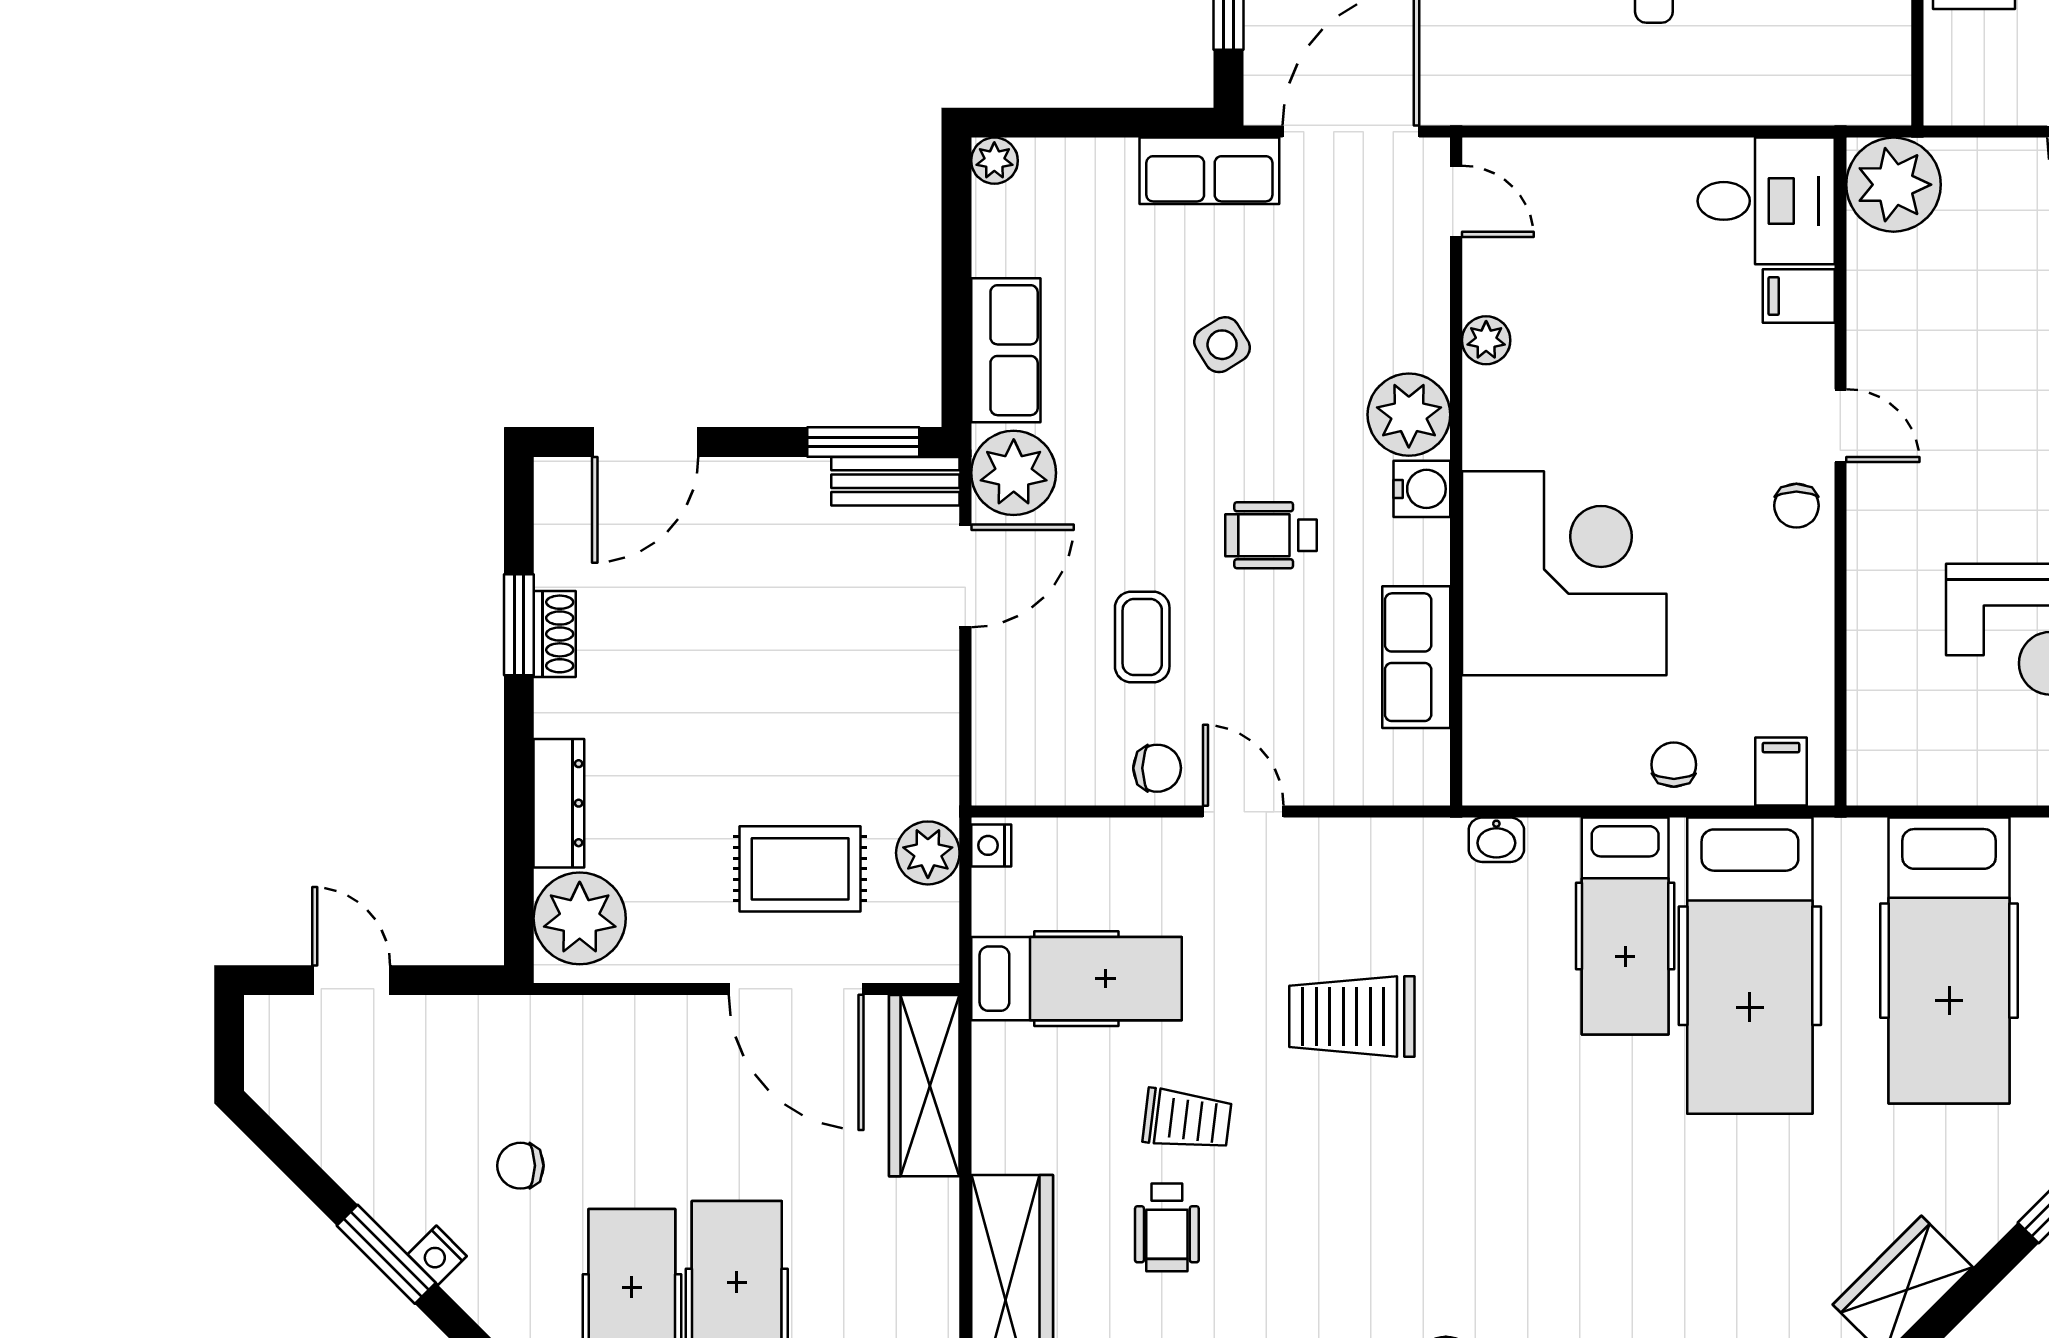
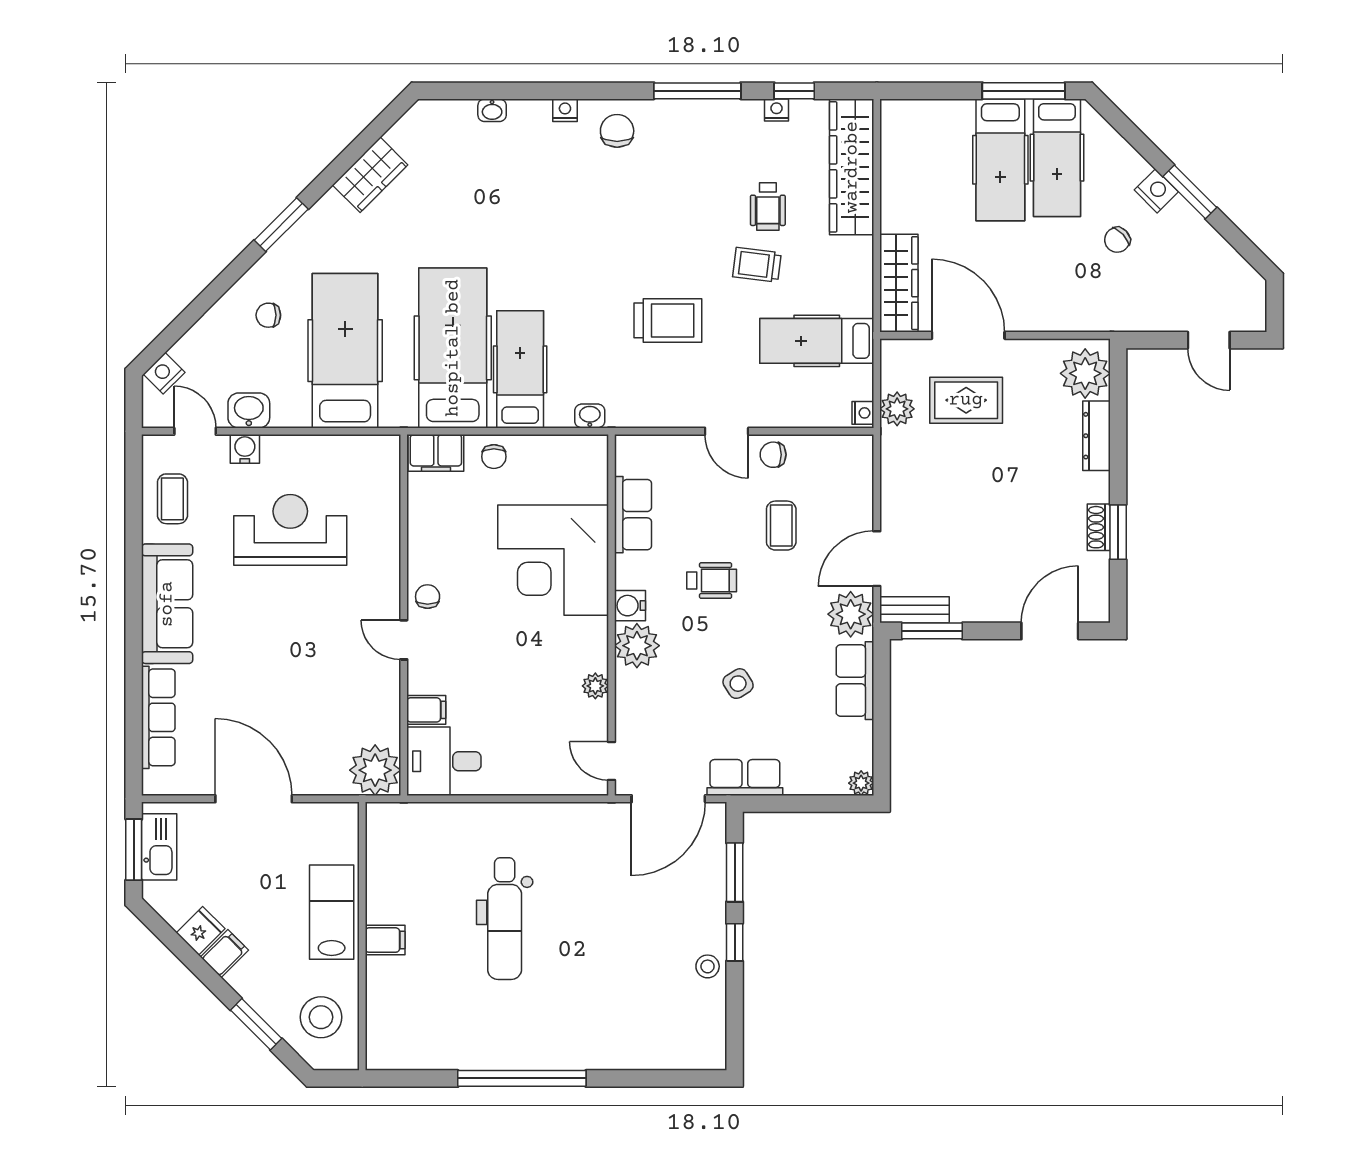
filing cabinet: (1781, 771) -> (436, 453), width x2.00
chair: (520, 1166) -> (1117, 240), turned 137
wheelchair: (1167, 1227) -> (768, 207), turned 180
nightstand: (437, 1255) -> (1156, 191), width x1.39, depth x1.35

